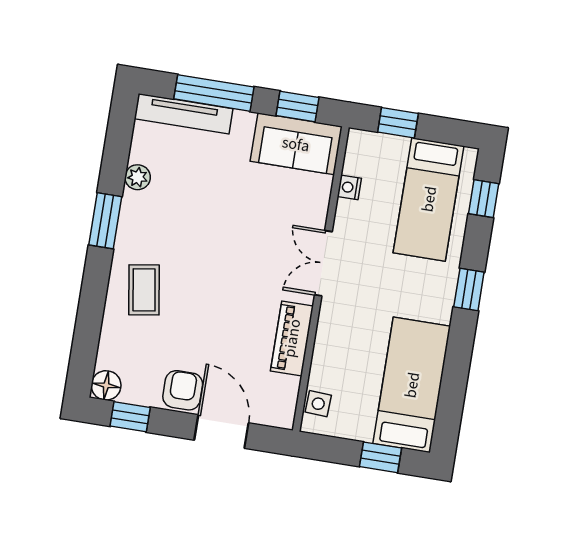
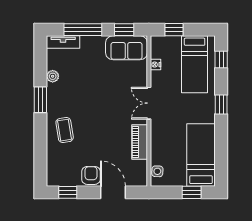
tv unit: (184, 114) -> (63, 42), width x0.71
floor lamp: (106, 385) -> (54, 179), removed

